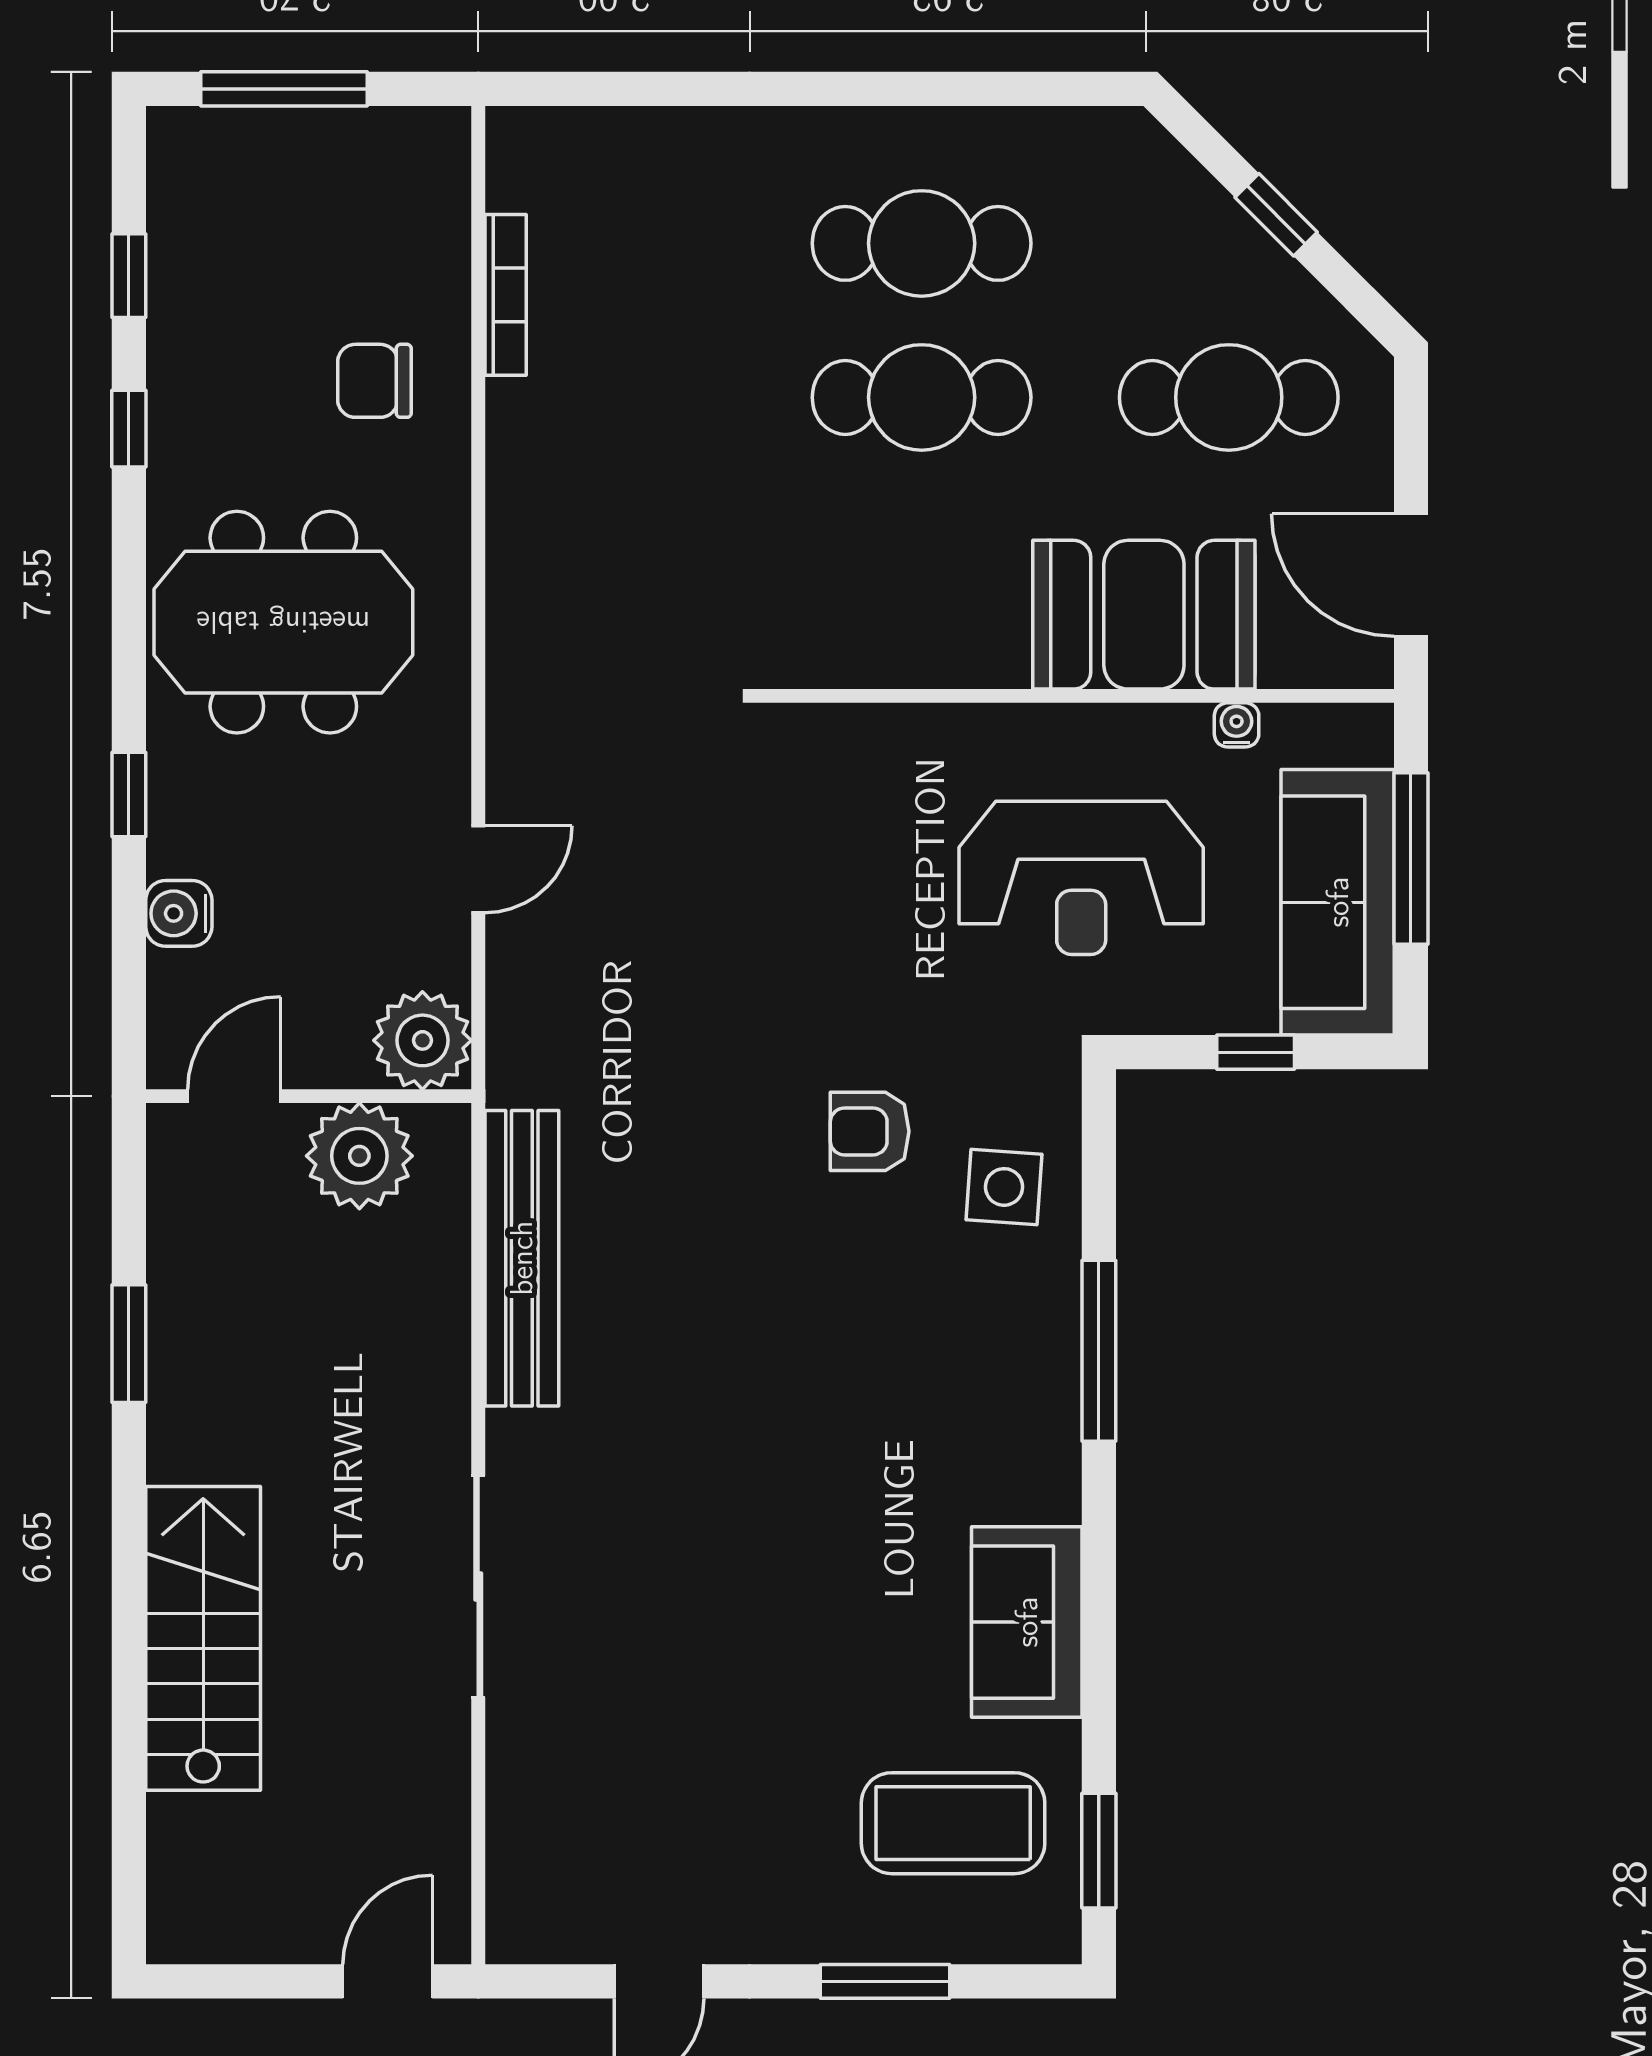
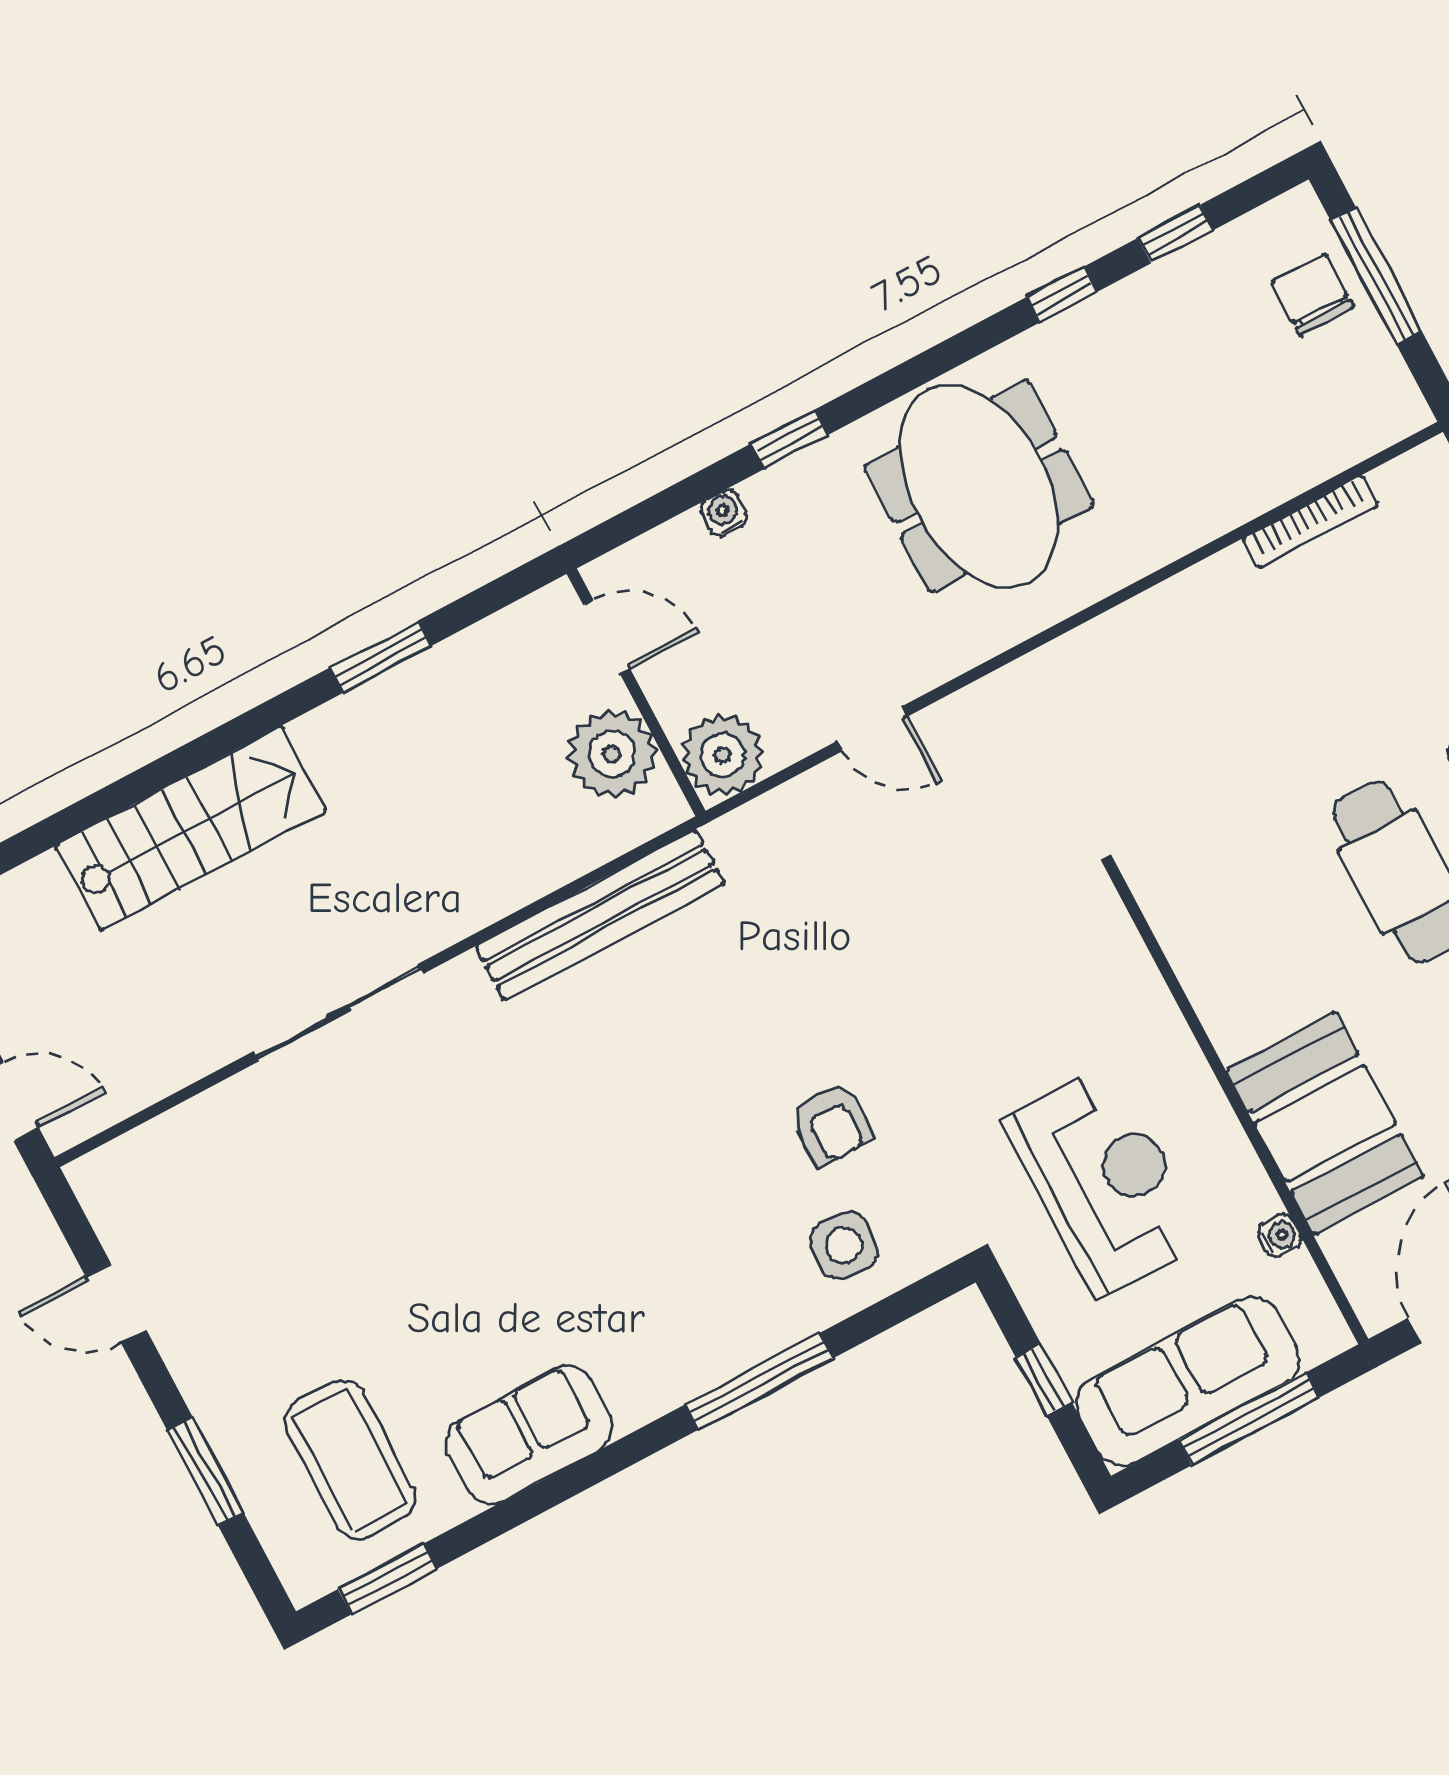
chair: (374, 381) -> (1313, 295), moved
reception desk: (1081, 878) -> (1104, 1181), turned 180
water cooler: (179, 913) -> (724, 513), width x0.72, depth x0.72
armchair: (870, 1131) -> (832, 1124), turned 180

